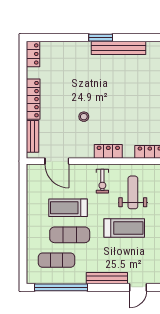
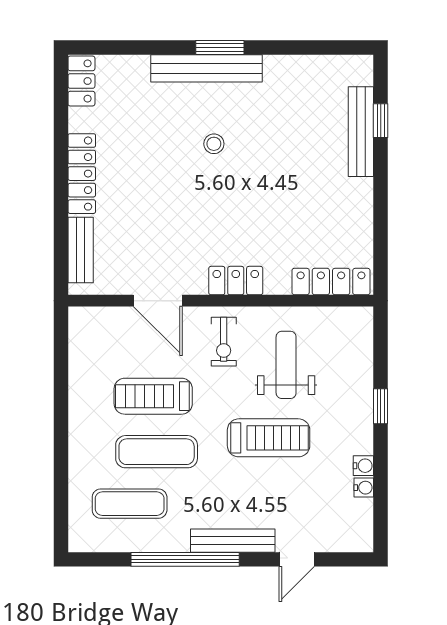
bench: (118, 48) -> (207, 68), moved
stool: (84, 117) -> (214, 144), moved
door: (57, 161) -> (158, 301), moved
window: (61, 287) -> (185, 559), moved

